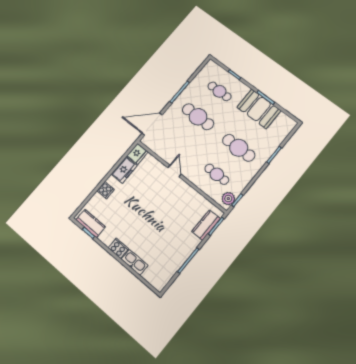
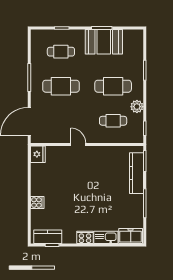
freezer: (124, 170) -> (131, 236), moved, turned -90
plant: (228, 199) -> (137, 107), moved
kitchen counter: (206, 225) -> (136, 173), width x1.50

